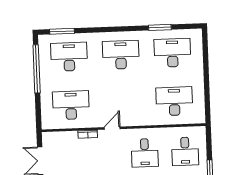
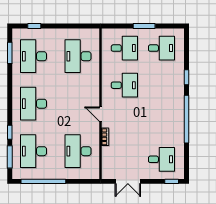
window: (160, 27) -> (10, 53), moved
window: (89, 30) -> (10, 132), added
window: (205, 52) -> (34, 26), added

